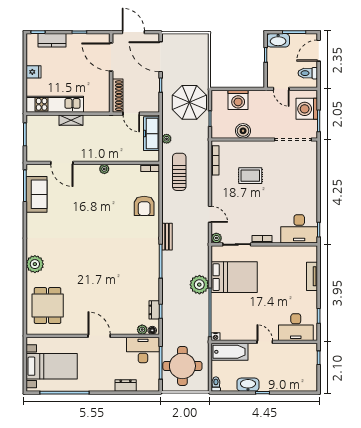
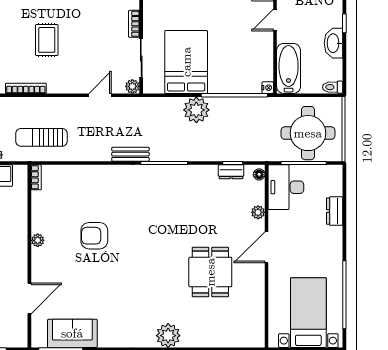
armchair: (144, 206) -> (94, 236), moved, turned 180
dining table: (48, 306) -> (210, 272), moved, turned 90
plant: (142, 330) -> (258, 212), moved

